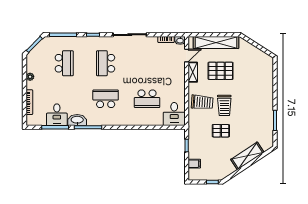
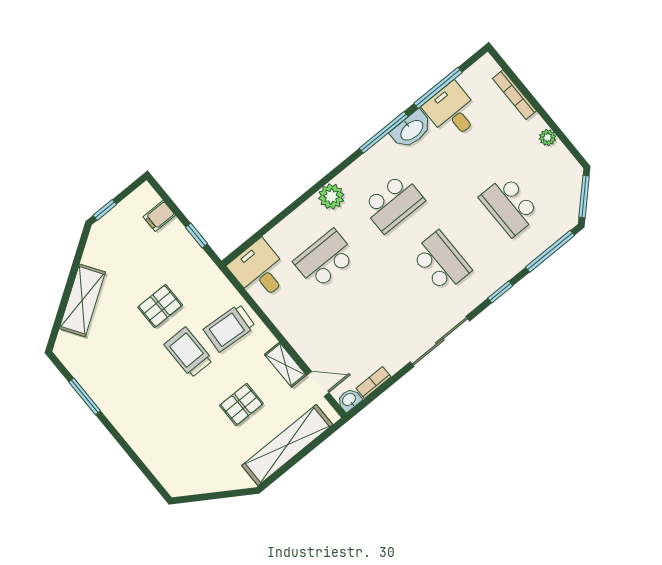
door: (187, 56) -> (318, 384), swing flipped
pallet: (221, 71) -> (241, 404), width x0.67, depth x0.71
plant: (126, 120) -> (331, 196), added

